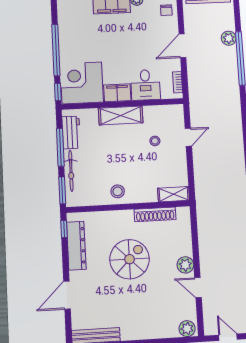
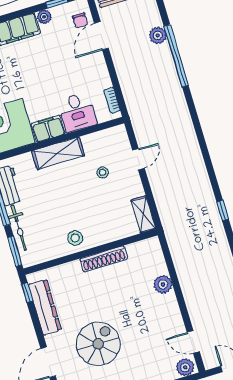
door: (182, 46) -> (101, 36), moved
shelving: (174, 194) -> (143, 214), moved, turned 90
shoe rack: (155, 214) -> (104, 259), moved
spiral stairs: (130, 259) -> (98, 344), moved
plant: (185, 265) -> (163, 284), moved
door: (198, 288) -> (193, 342), moved

